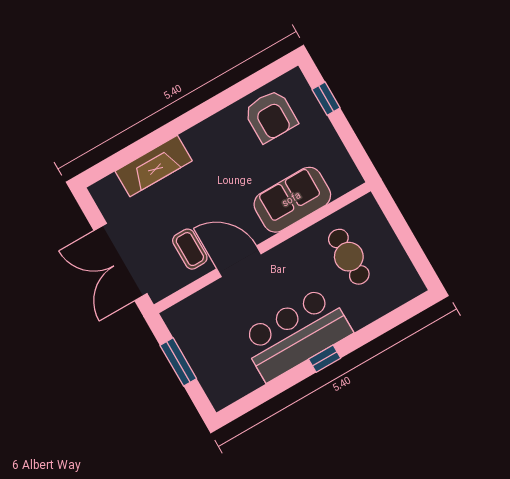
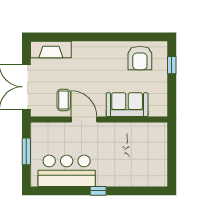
fireplace: (154, 166) -> (51, 50), moved
cafe table: (349, 257) -> (139, 148), removed
bar counter: (296, 334) -> (67, 171), moved

